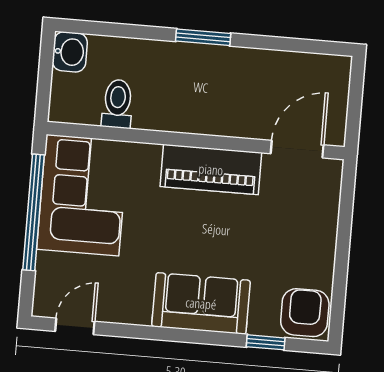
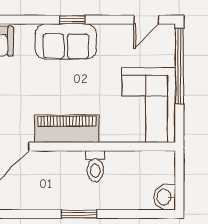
toilet: (117, 104) -> (95, 166), moved
window: (34, 212) -> (179, 66), moved
window: (266, 342) -> (72, 20), moved

